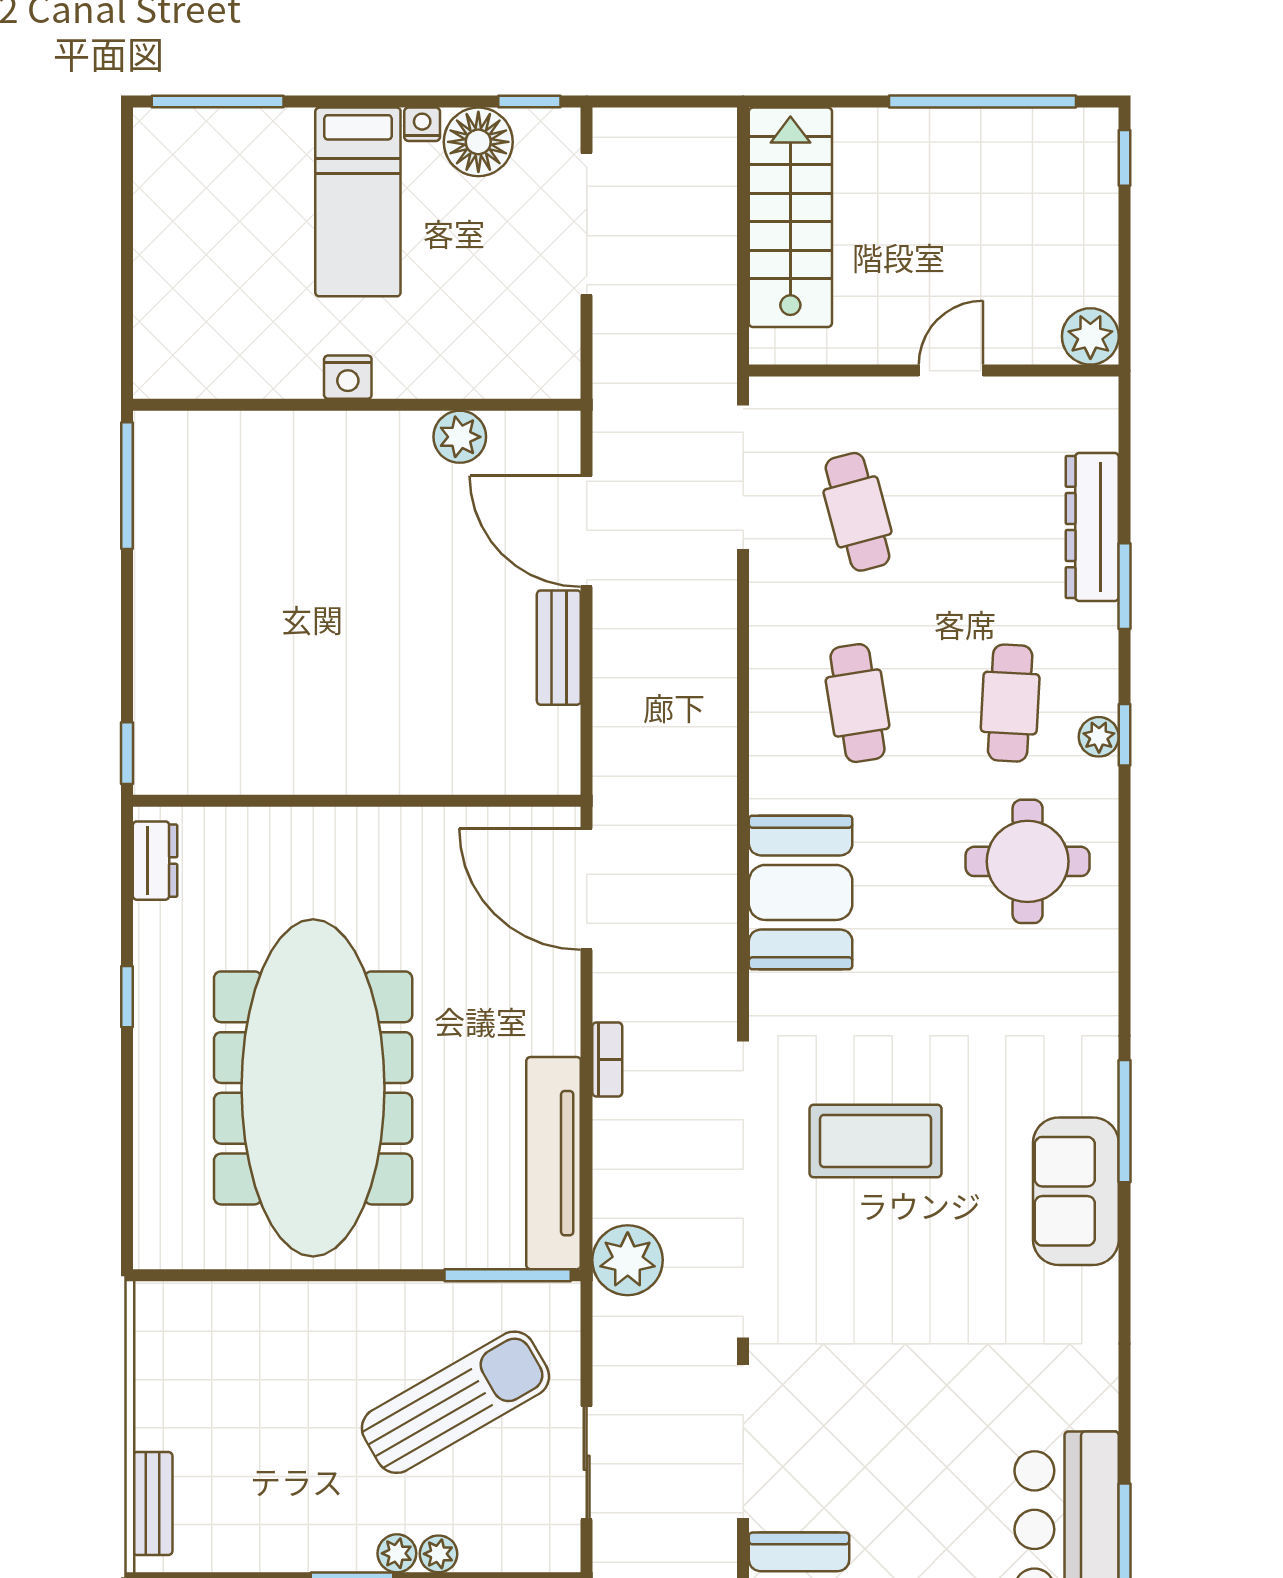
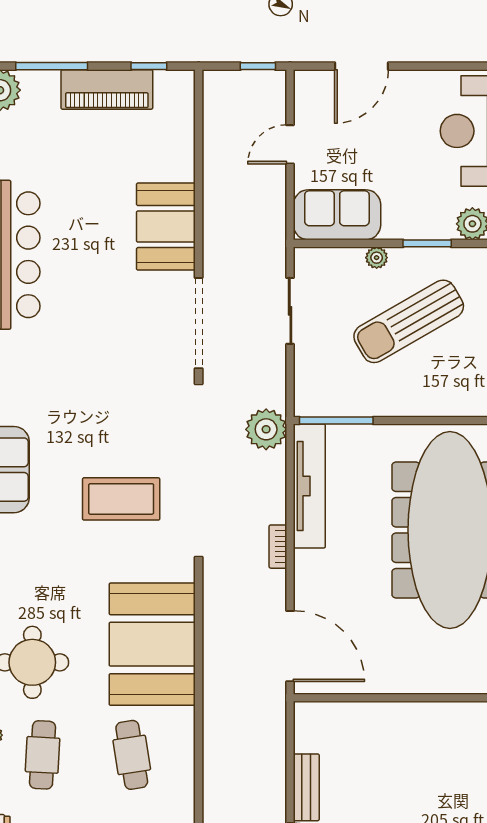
booth: (801, 892) -> (152, 644), width x1.36, depth x1.42
sun lounger: (455, 1402) -> (409, 321), moved
plant: (397, 1553) -> (401, 258), removed

